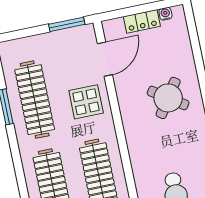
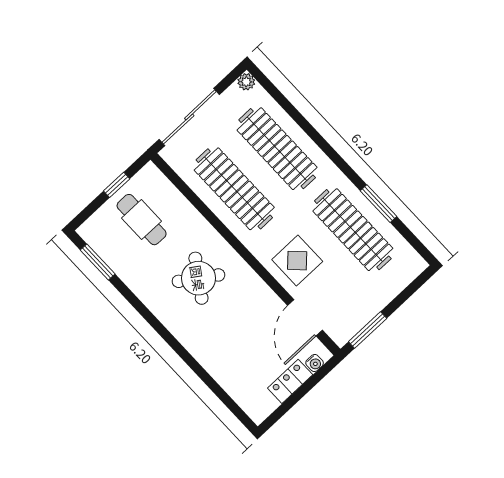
water cooler: (165, 14) -> (315, 363), moved
round table: (168, 98) -> (198, 278), moved

